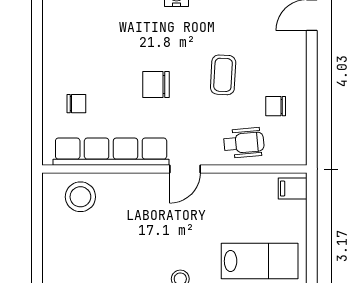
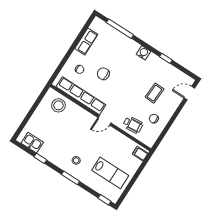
row of seats: (55, 43) -> (86, 41), added
coffee table: (223, 75) -> (155, 93), moved
chair: (156, 85) -> (103, 74), moved

